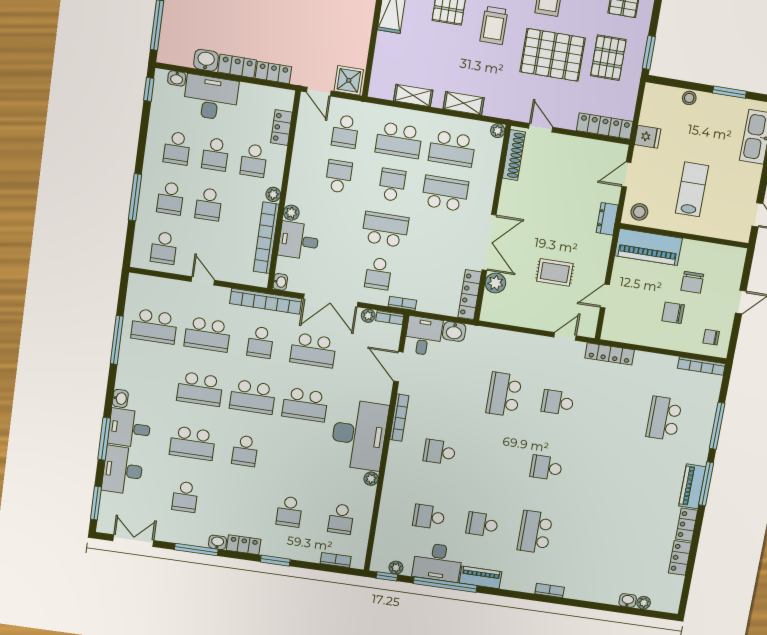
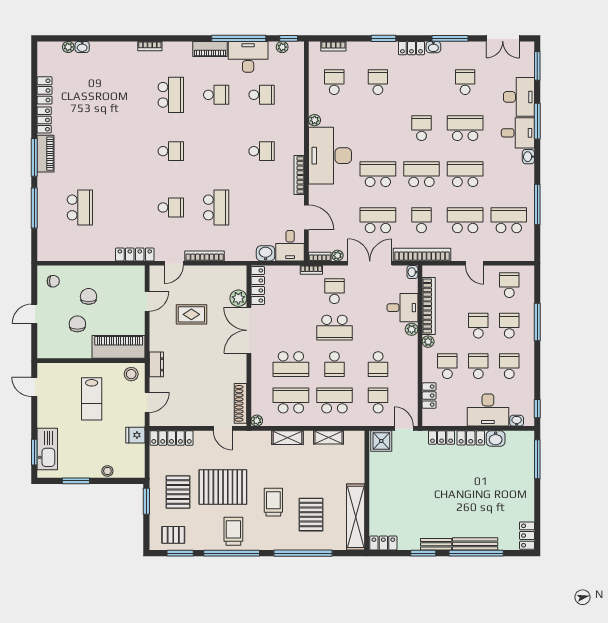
chair: (673, 313) -> (89, 296), turned -90
bookcase: (701, 366) -> (205, 256), moved

